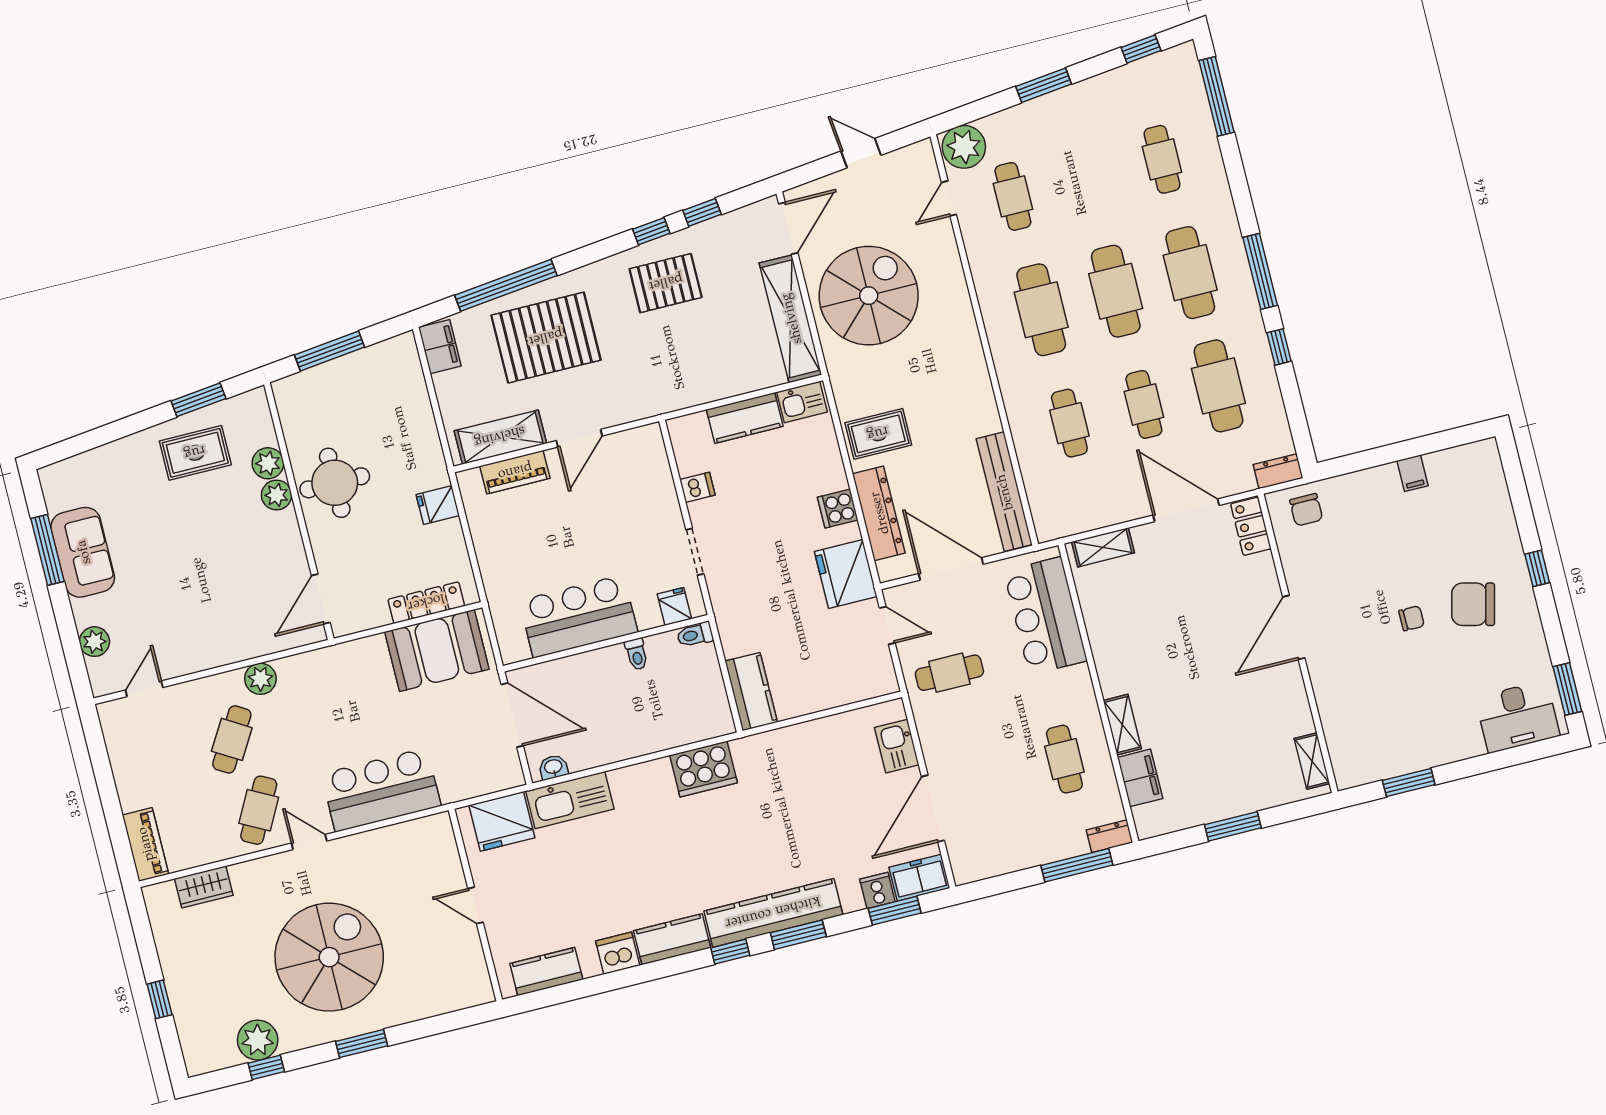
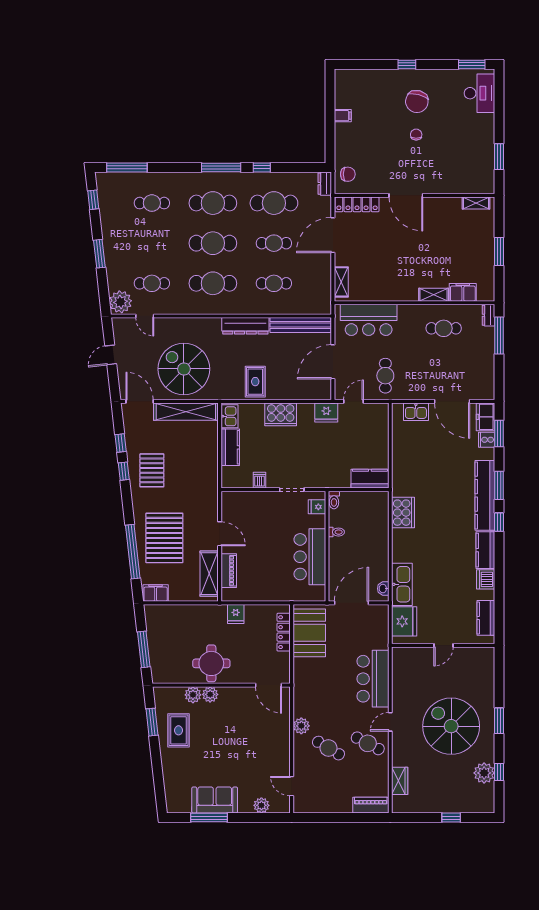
cooker: (838, 509) -> (281, 414), width x1.87, depth x1.31
dresser: (879, 513) -> (245, 326), moved, turned 180
locker: (1251, 526) -> (357, 204), width x1.53
fridge: (846, 574) -> (326, 412), width x0.73, depth x0.75

